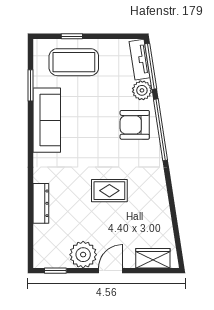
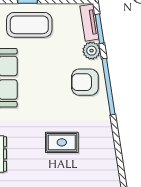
window: (151, 66) -> (100, 29), width x0.69

